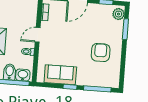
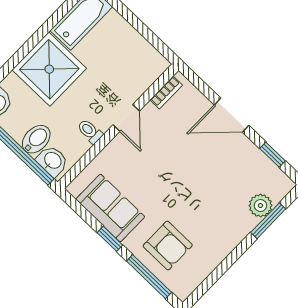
plant: (119, 14) -> (260, 206), moved
door: (38, 35) -> (126, 118), swing flipped
armchair: (101, 53) -> (168, 245), moved, turned 90

